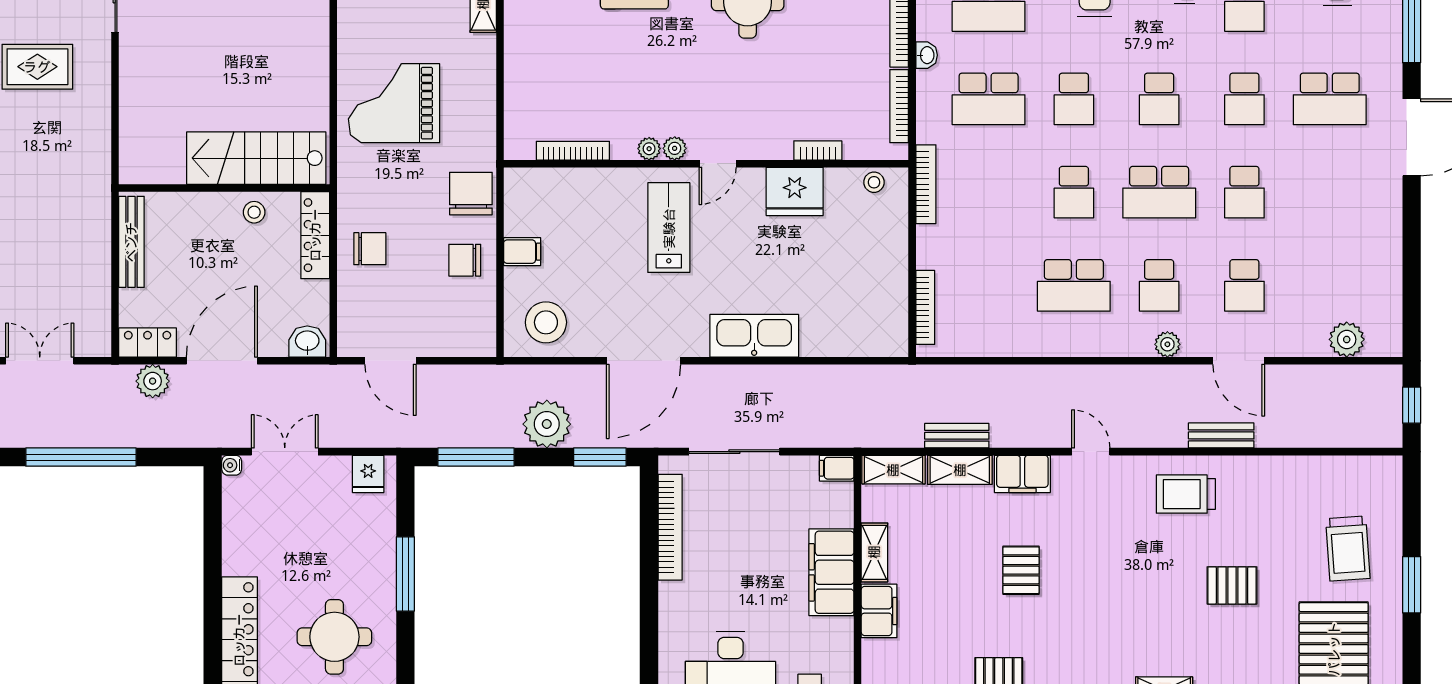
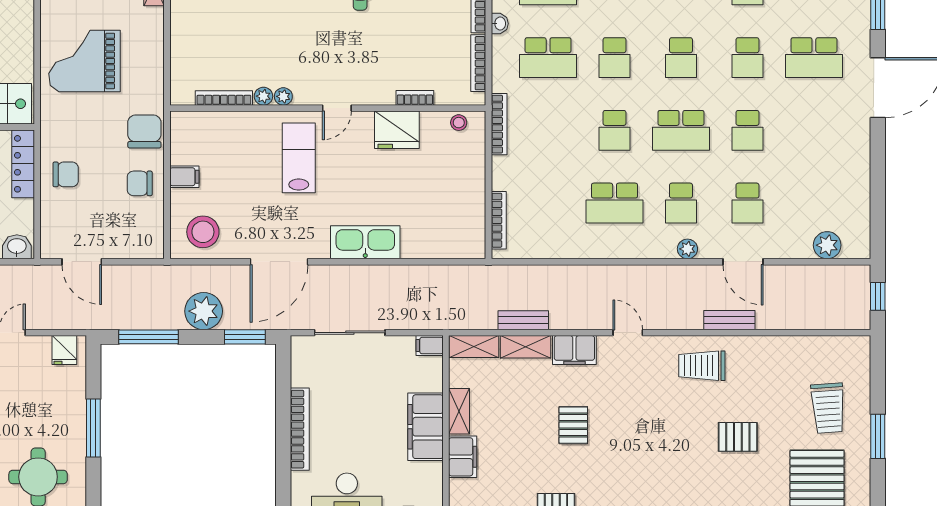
plant: (675, 148) -> (263, 96), moved
bookcase: (670, 527) -> (300, 429), moved

